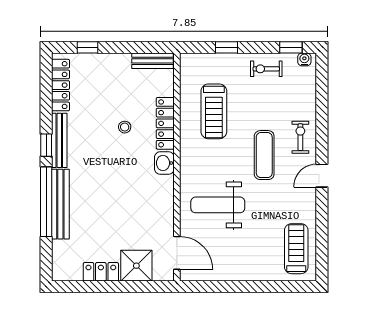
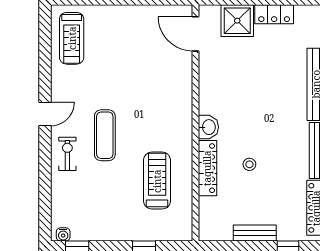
bench: (152, 61) -> (255, 233), moved
exercise bike: (266, 69) -> (103, 225), removed
exercise bike: (300, 137) -> (67, 154), turned 180
weight bench: (218, 205) -> (153, 84), removed

